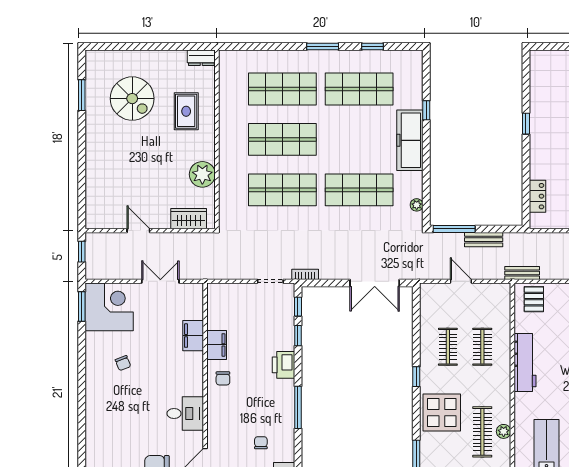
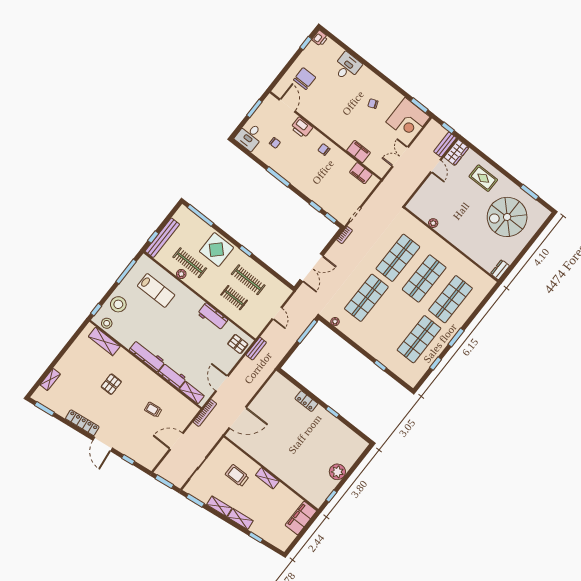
spiral stairs: (132, 99) -> (507, 217), width x1.37, depth x1.37
rug: (186, 111) -> (483, 178), moved
freezer: (410, 140) -> (371, 345), removed
plant: (202, 174) -> (433, 223), width x0.53, depth x0.53
locker: (537, 196) -> (306, 401), moved
wardrobe: (189, 219) -> (456, 152), moved
door: (138, 231) -> (436, 166), hinge flipped
bench: (484, 240) -> (445, 145), moved
double door: (160, 281) -> (400, 157), swing flipped
door: (461, 281) -> (277, 313), hinge flipped
double door: (375, 283) -> (312, 268), swing flipped
filing cabinet: (217, 345) -> (361, 173), moved
clothes rail: (448, 347) -> (248, 280), width x1.36
workbench: (525, 362) -> (213, 317), width x0.73
printer: (283, 365) -> (302, 128), moved, turned 180
desk: (185, 414) -> (347, 67), moved, turned 180

